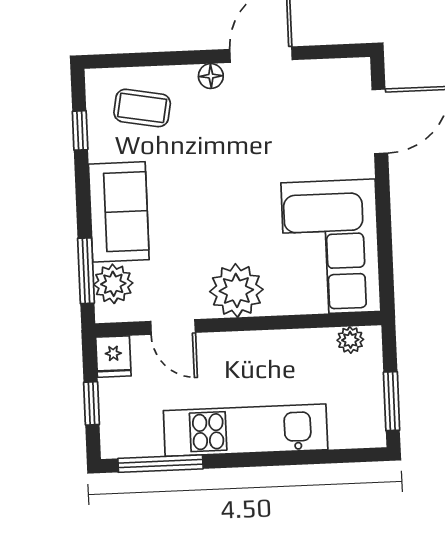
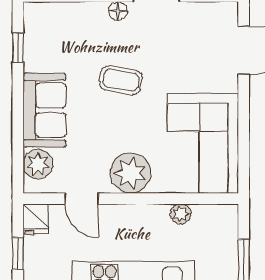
coffee table: (142, 108) -> (121, 80), moved
window: (86, 271) -> (18, 153), removed
plant: (350, 340) -> (181, 214), moved

